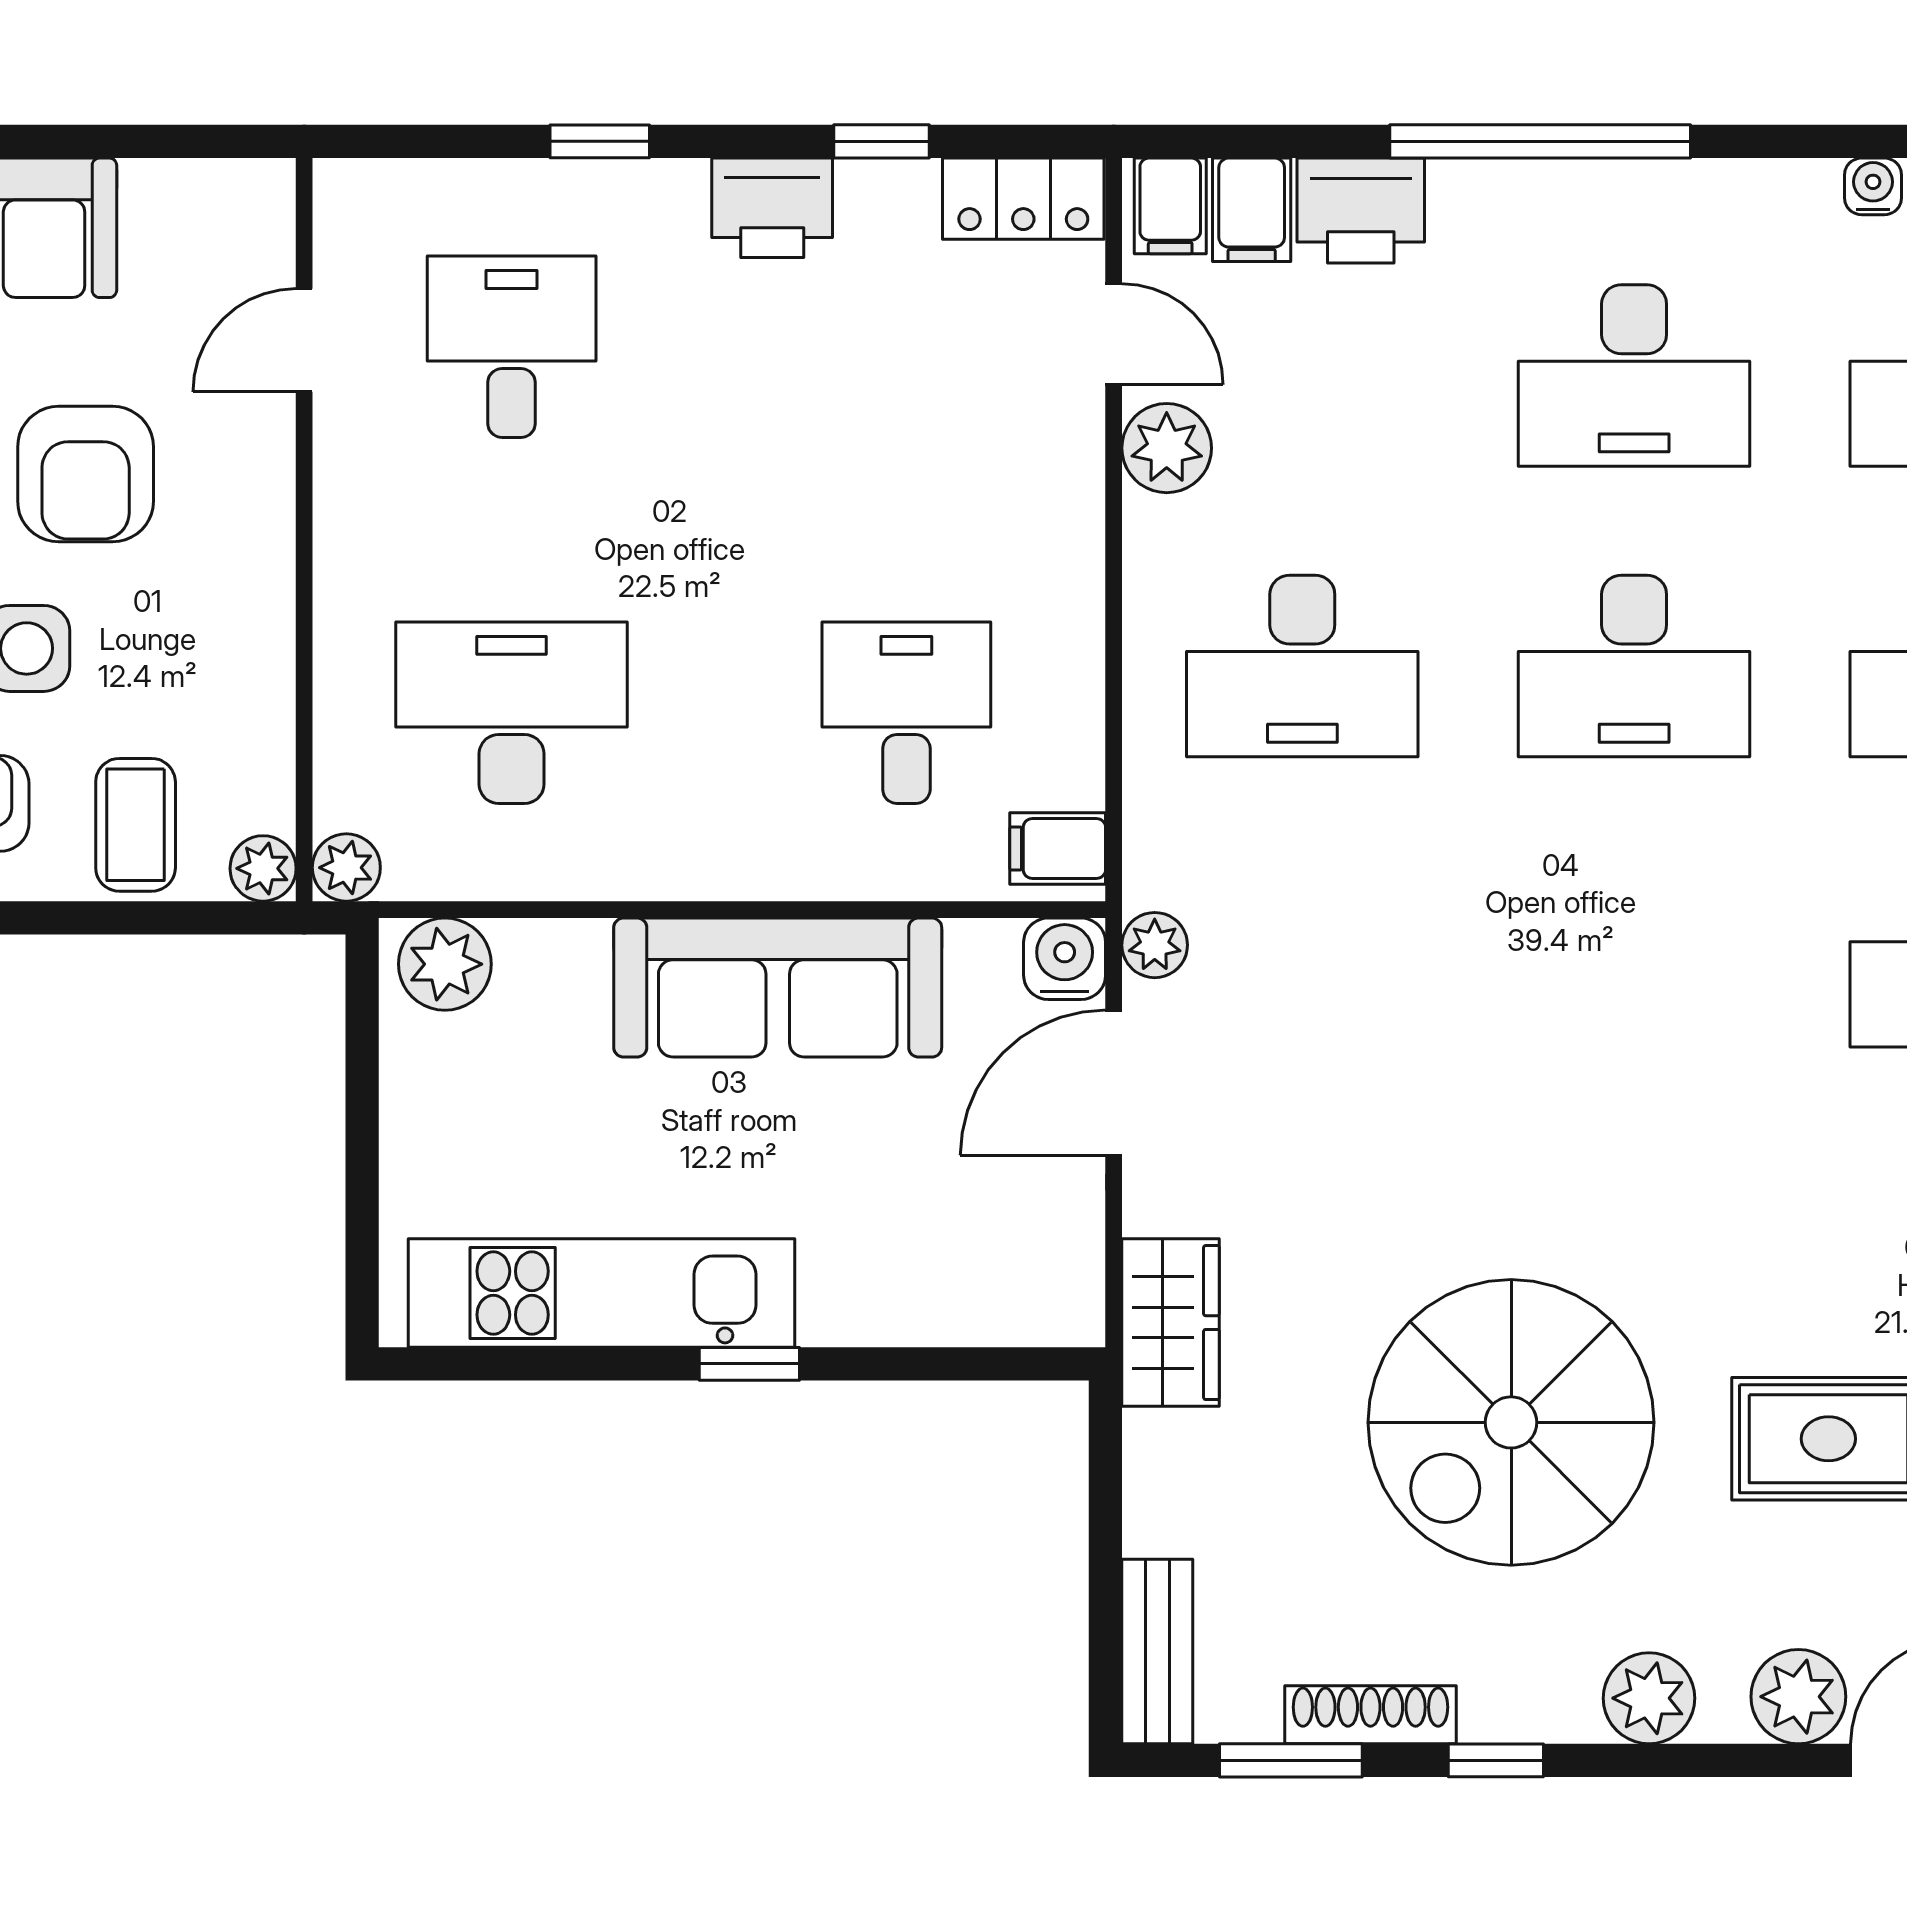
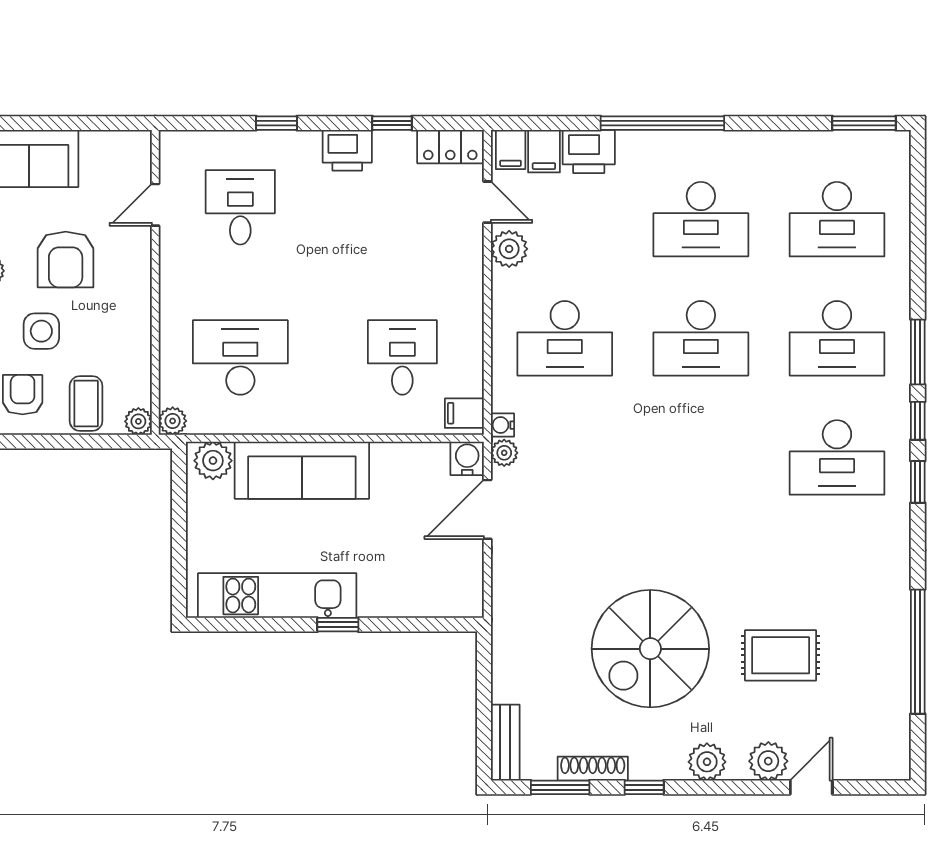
water cooler: (1873, 186) -> (502, 425), moved, turned -90
sofa: (778, 988) -> (302, 470), moved
wardrobe: (1171, 1323) -> (511, 608), removed

